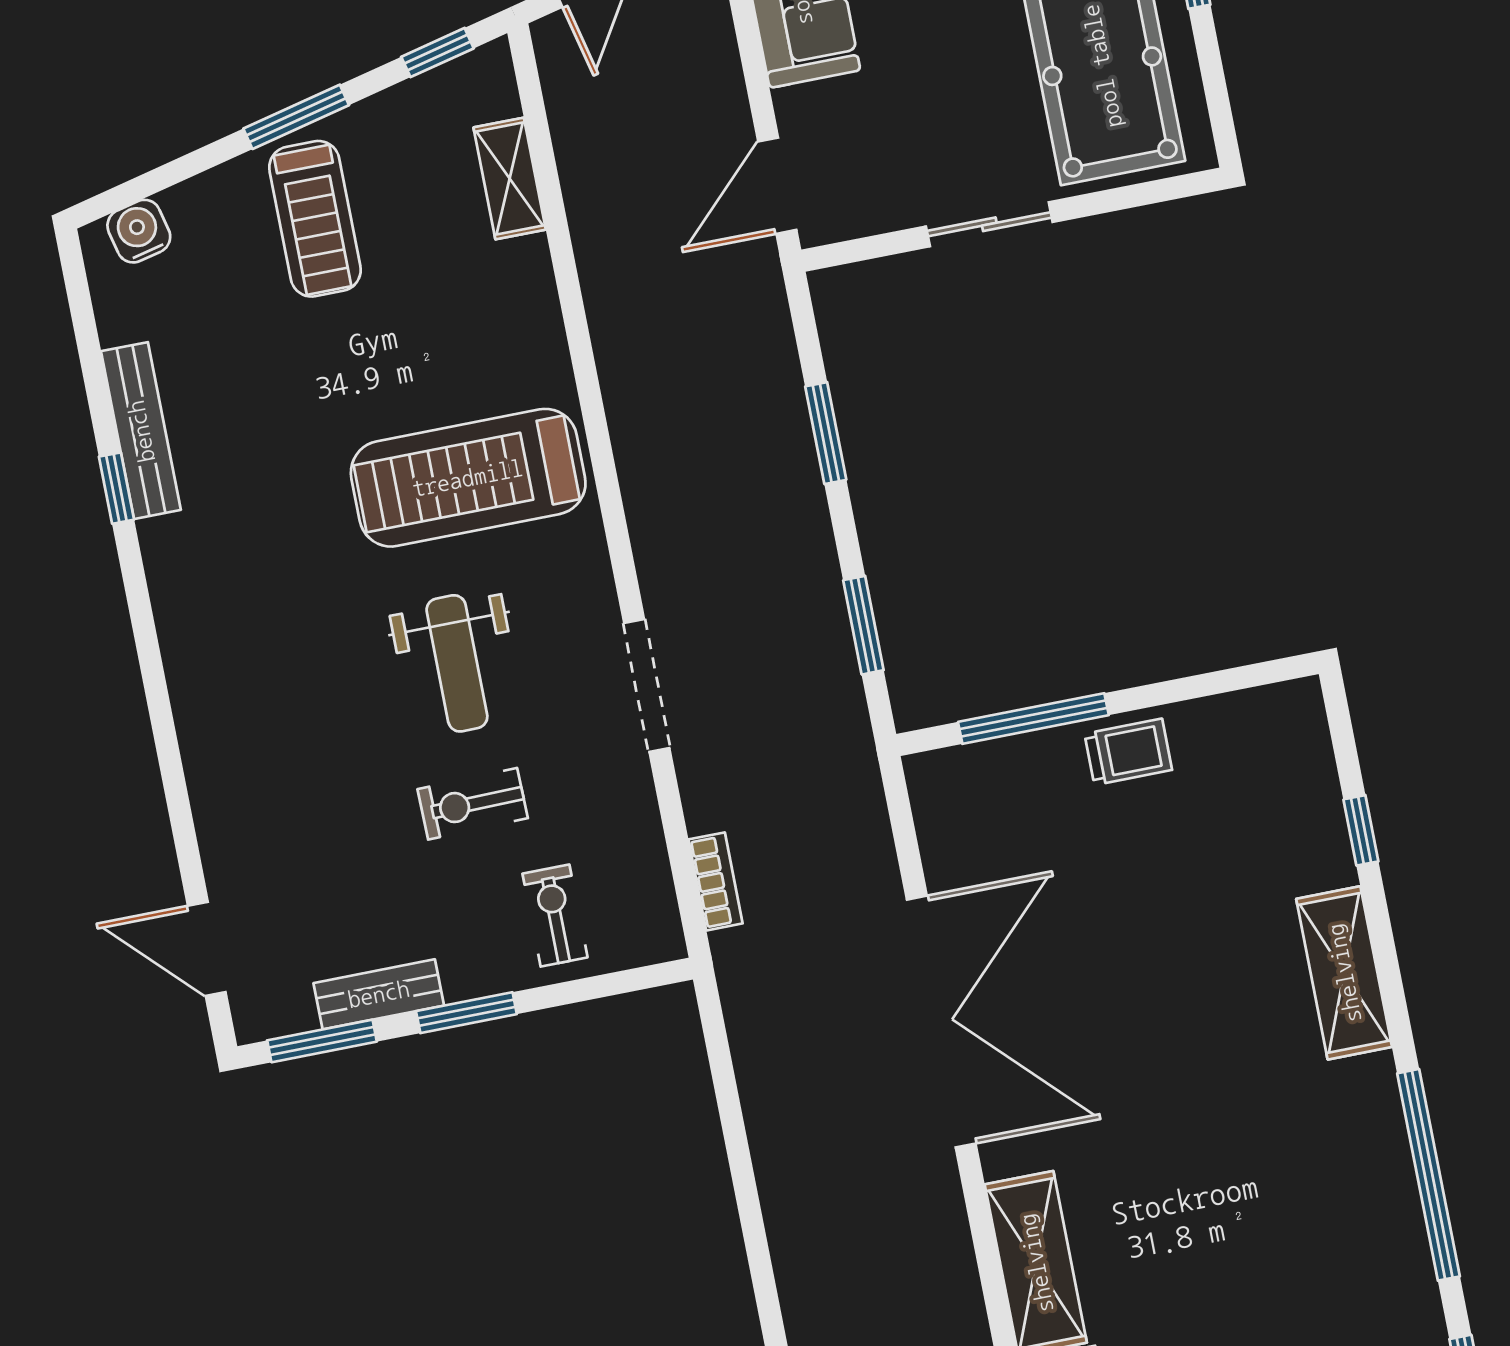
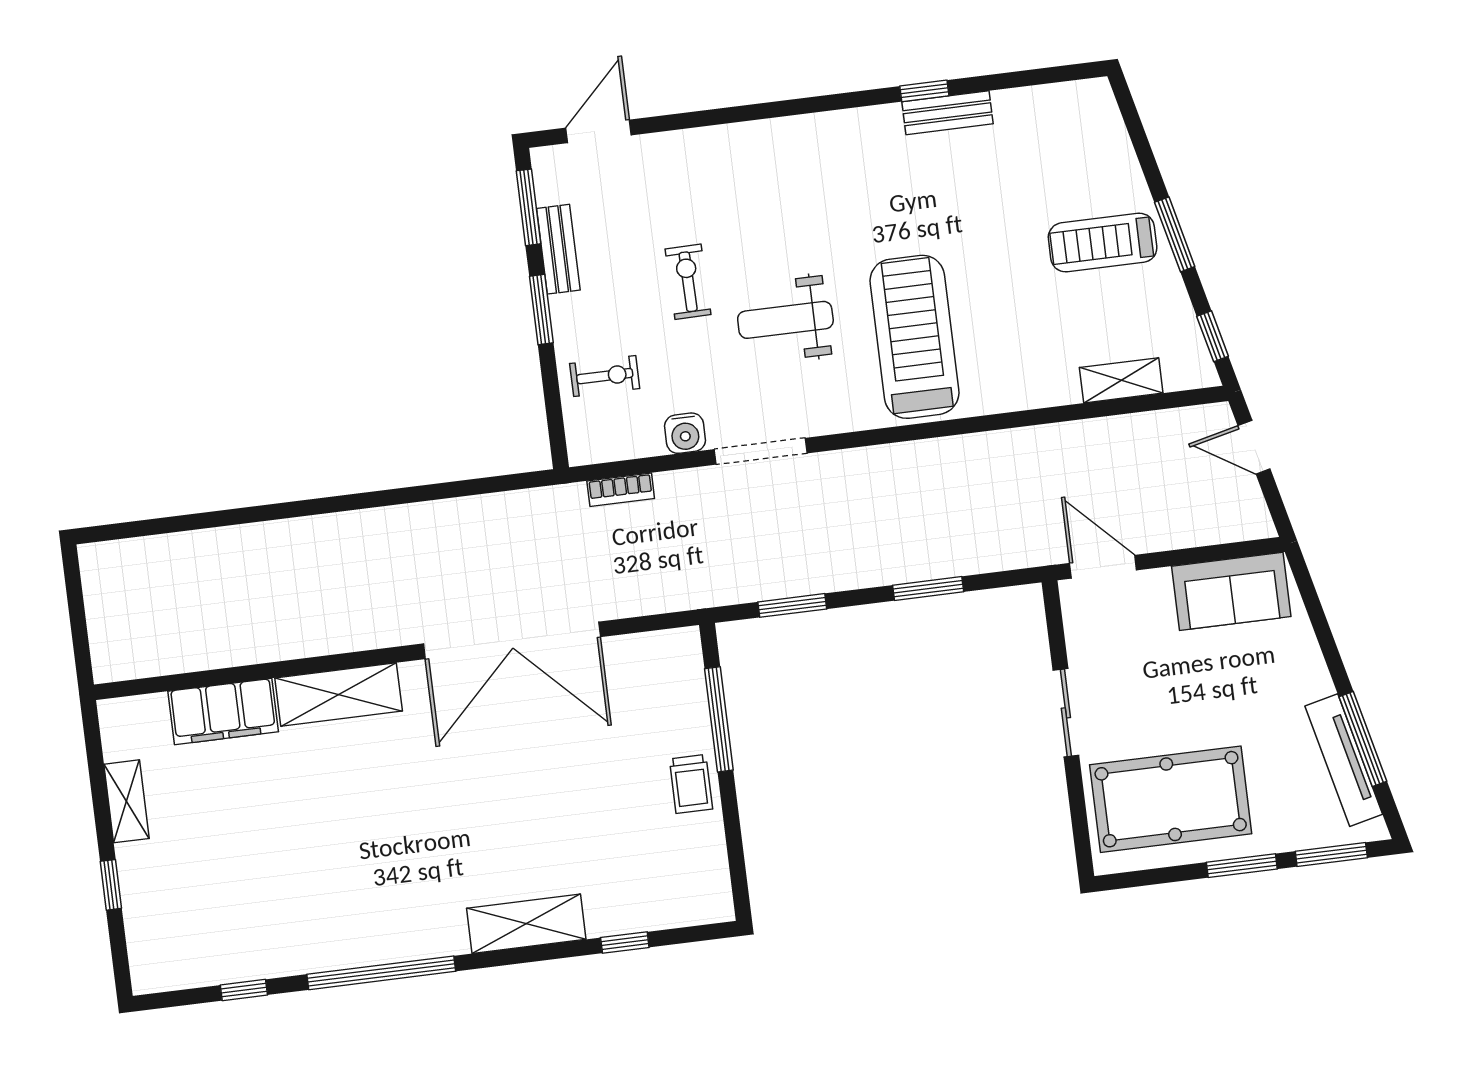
water cooler: (139, 231) -> (685, 433), moved, turned 103
bench: (141, 431) -> (947, 113), width x0.73
exercise bike: (473, 804) -> (688, 282), moved

